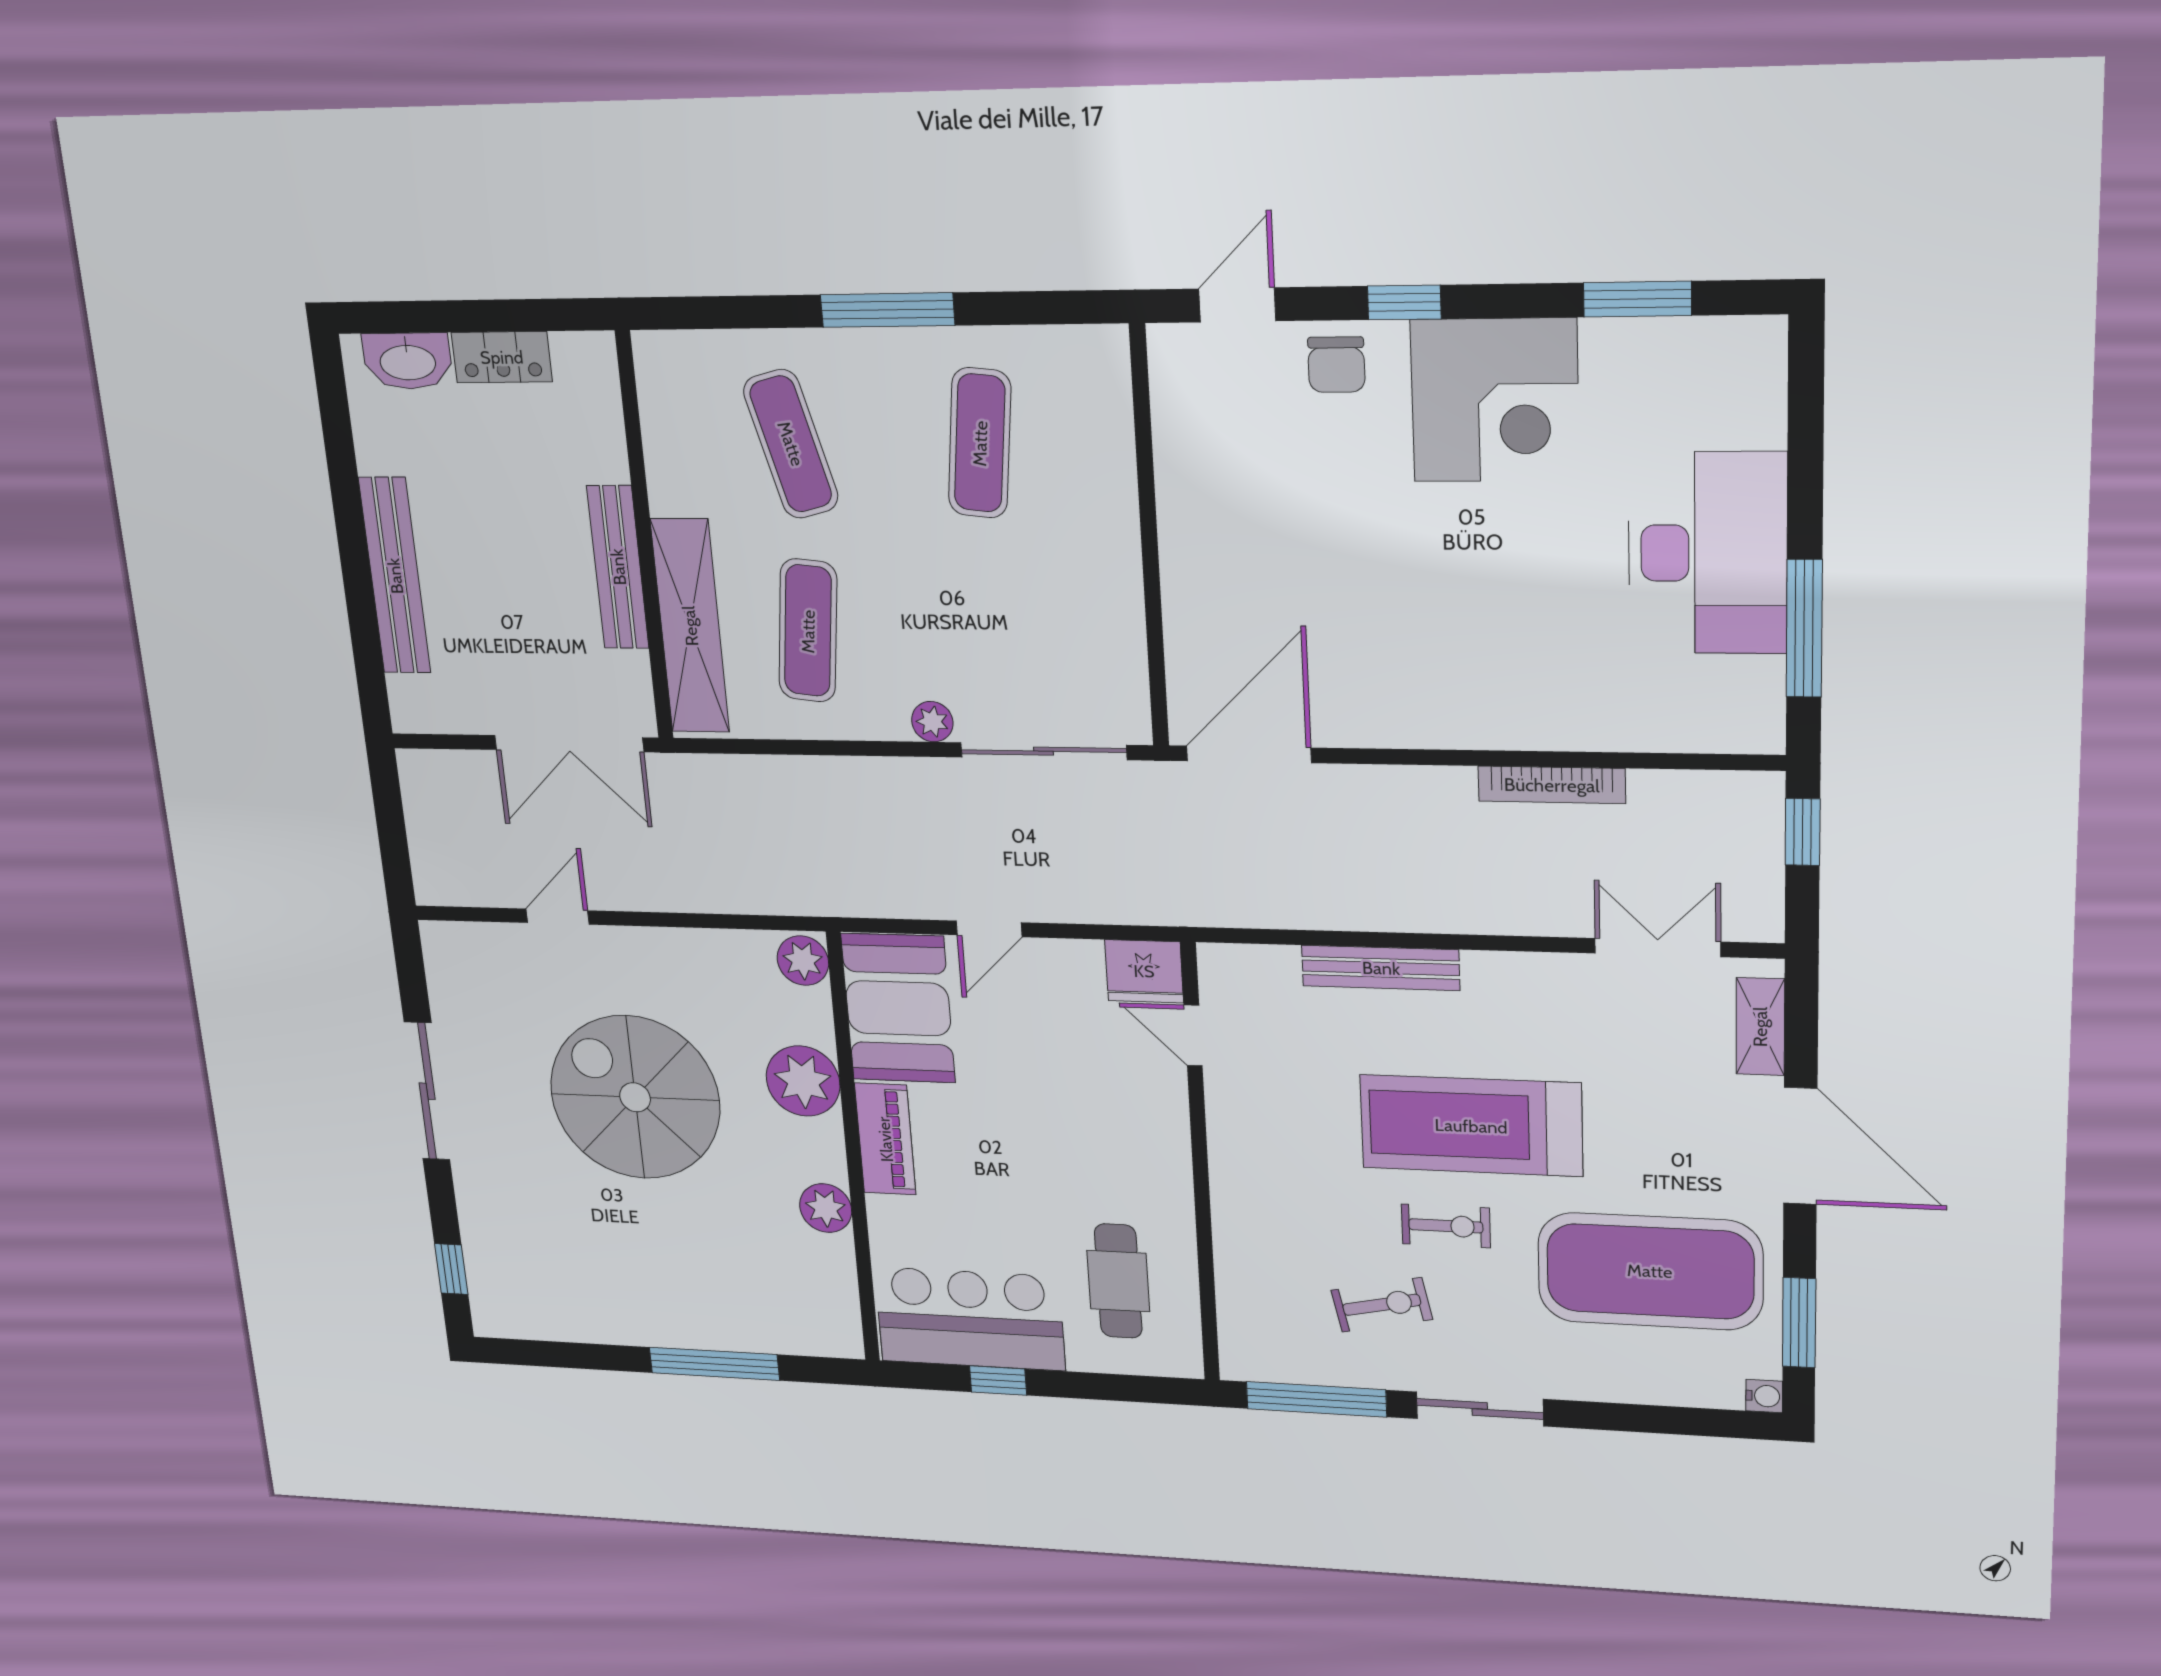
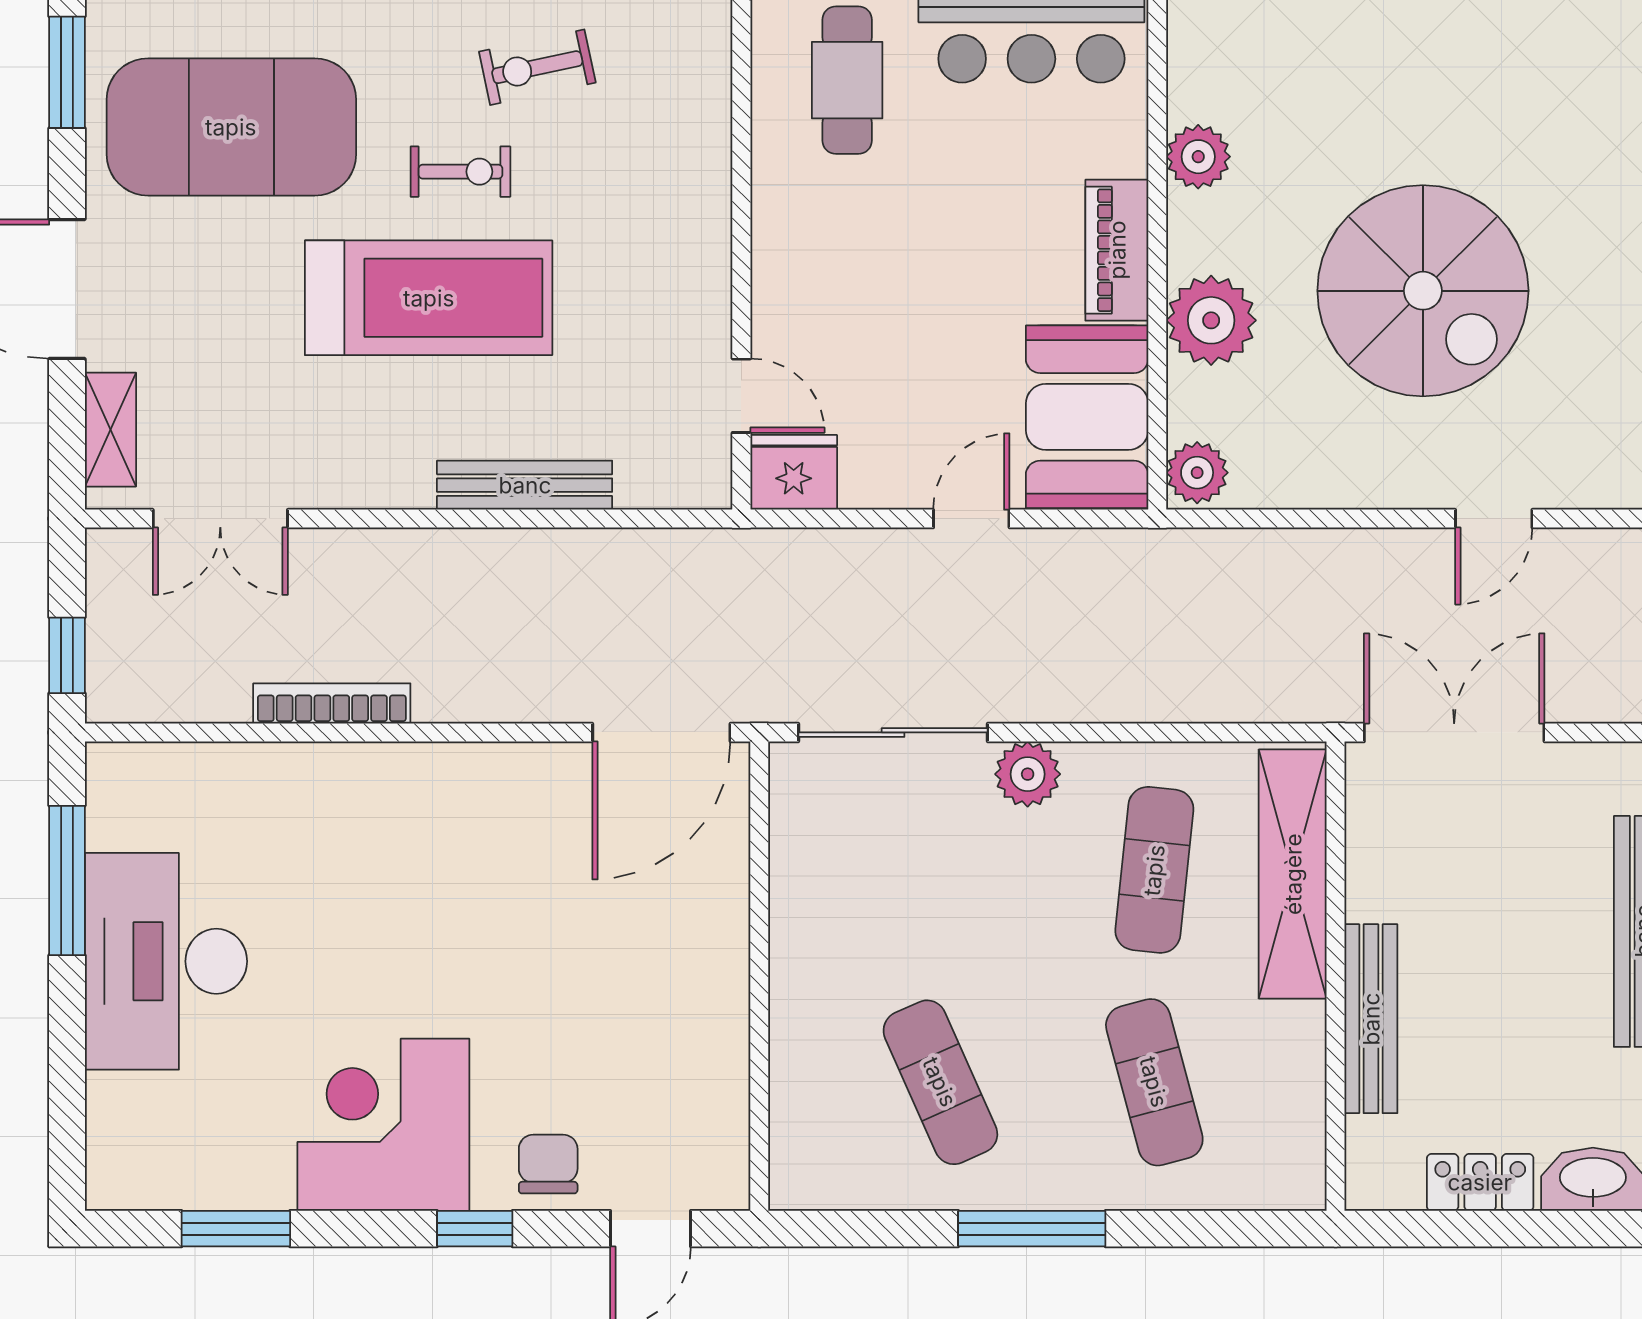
exercise mat: (980, 443) -> (940, 1082), turned -30
bench: (618, 567) -> (1371, 1019), moved
plant: (932, 722) -> (1028, 774), width x1.38, depth x1.38
exercise bike: (1446, 1226) -> (460, 172), turned 180

